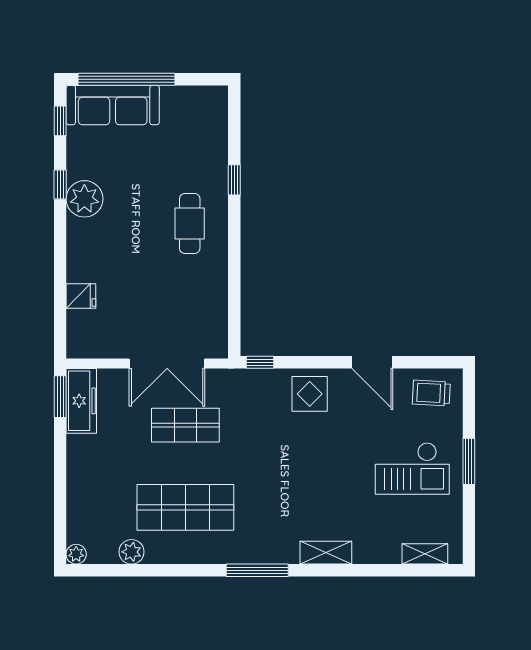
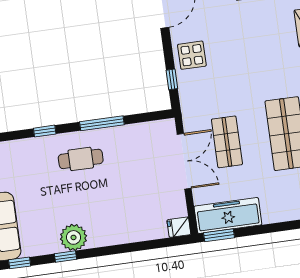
window: (234, 259) -> (102, 123), added
fridge: (81, 296) -> (179, 227), moved, turned -90
window: (260, 362) -> (172, 79), moved
freezer: (81, 401) -> (228, 215), width x1.36, depth x1.26

